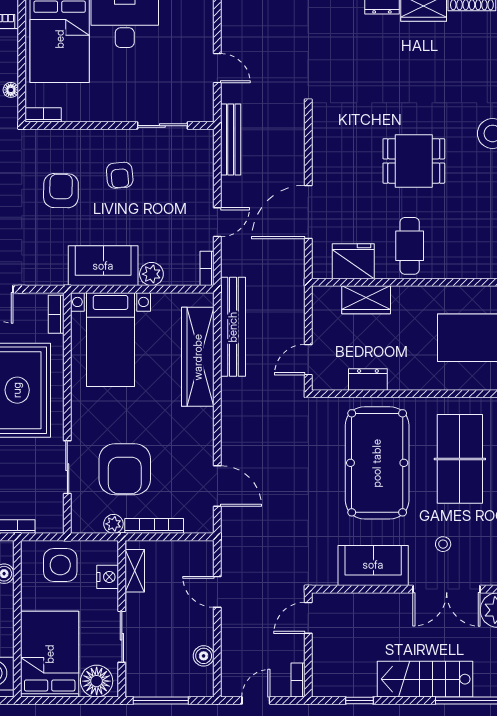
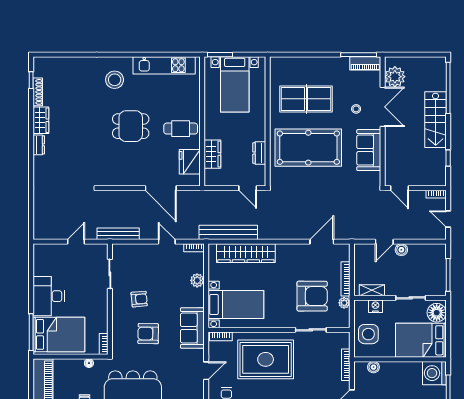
dining table: (414, 161) -> (131, 126), turned 90
sofa: (103, 266) -> (192, 328), moved
boiler: (204, 656) -> (401, 250), moved

